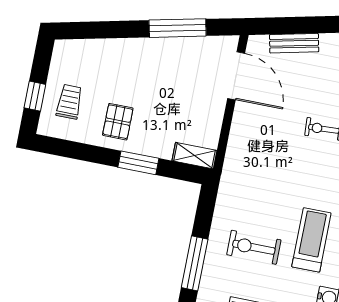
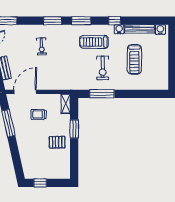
window: (35, 96) -> (40, 183), moved
trolley: (69, 102) -> (39, 114), moved
window: (195, 263) -> (102, 94), moved

